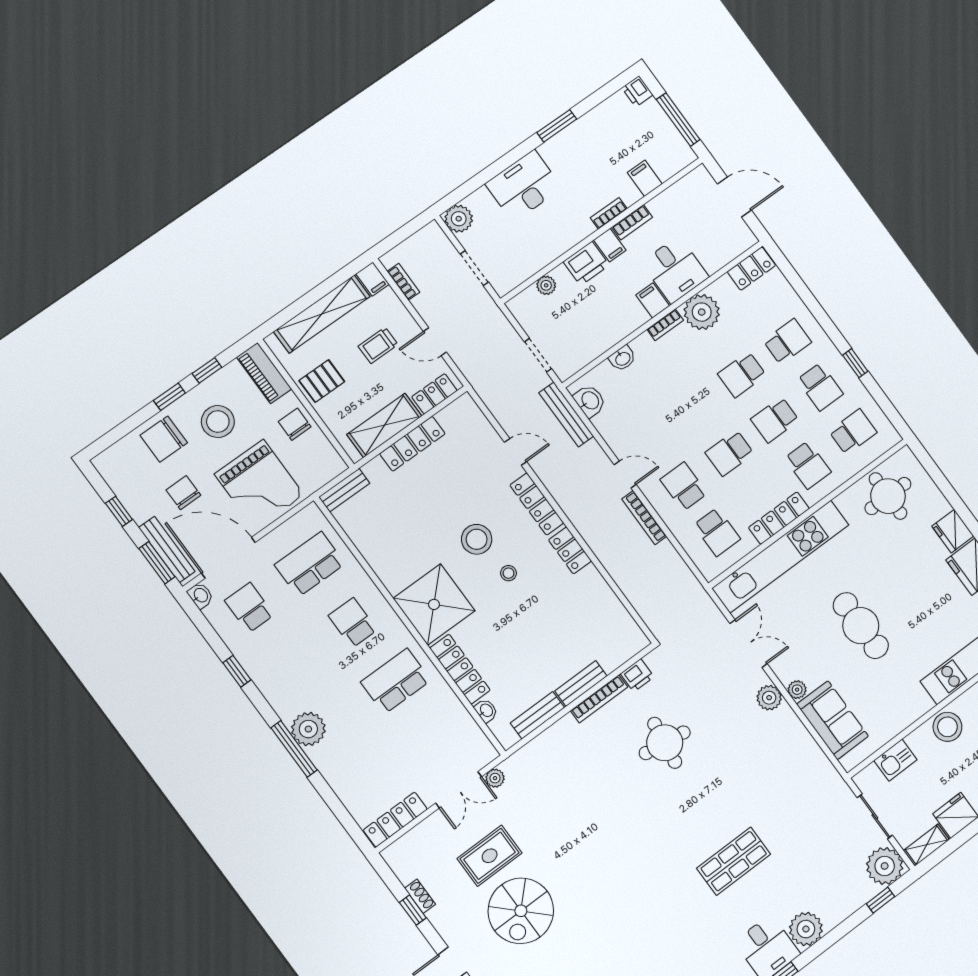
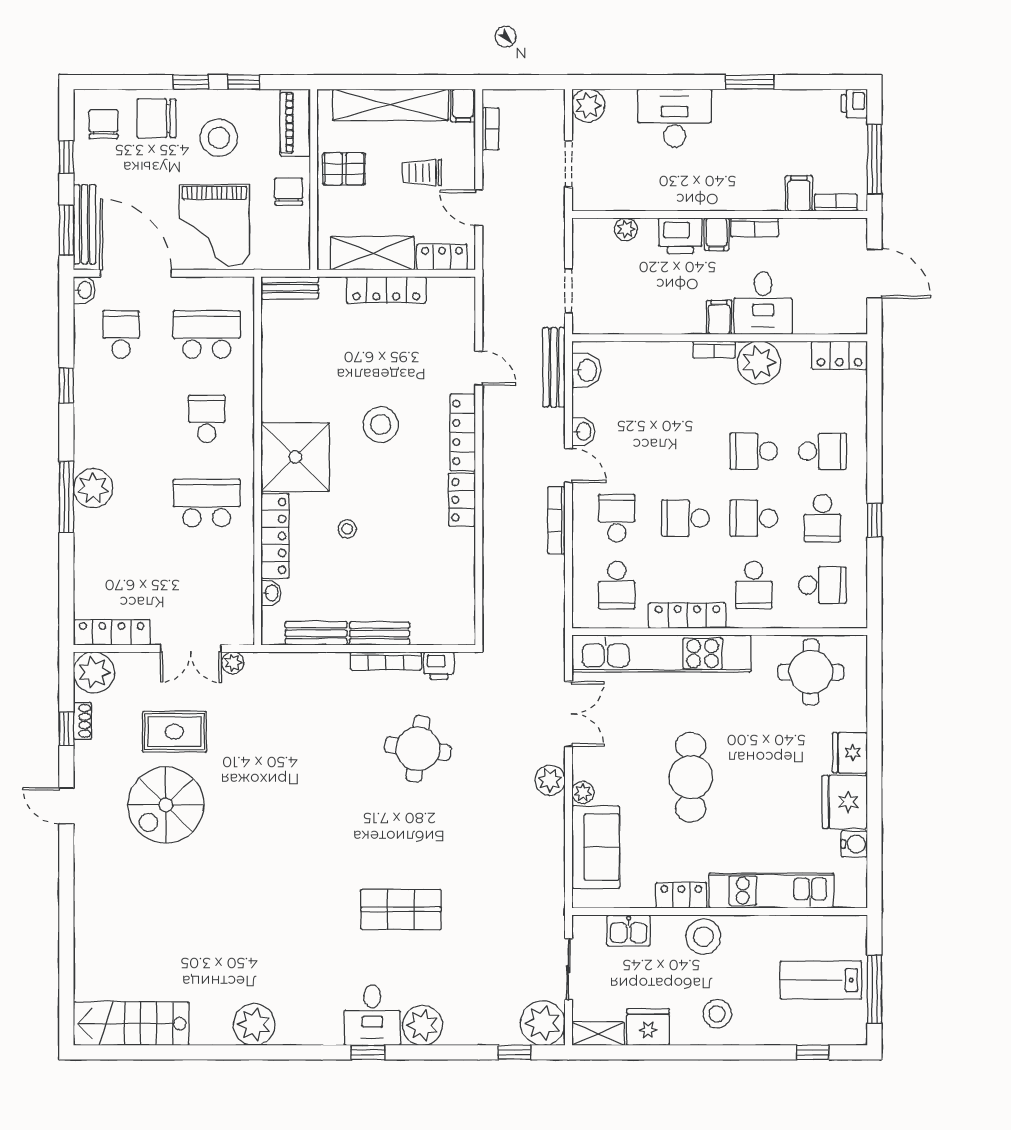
bookcase: (609, 213) -> (836, 203), moved
washbasin: (623, 358) -> (583, 431), moved, turned -90
chair: (183, 493) -> (104, 124), moved
stool: (509, 573) -> (347, 529), moved
locker: (913, 710) -> (681, 895), added
plant: (403, 857) -> (94, 672), added

